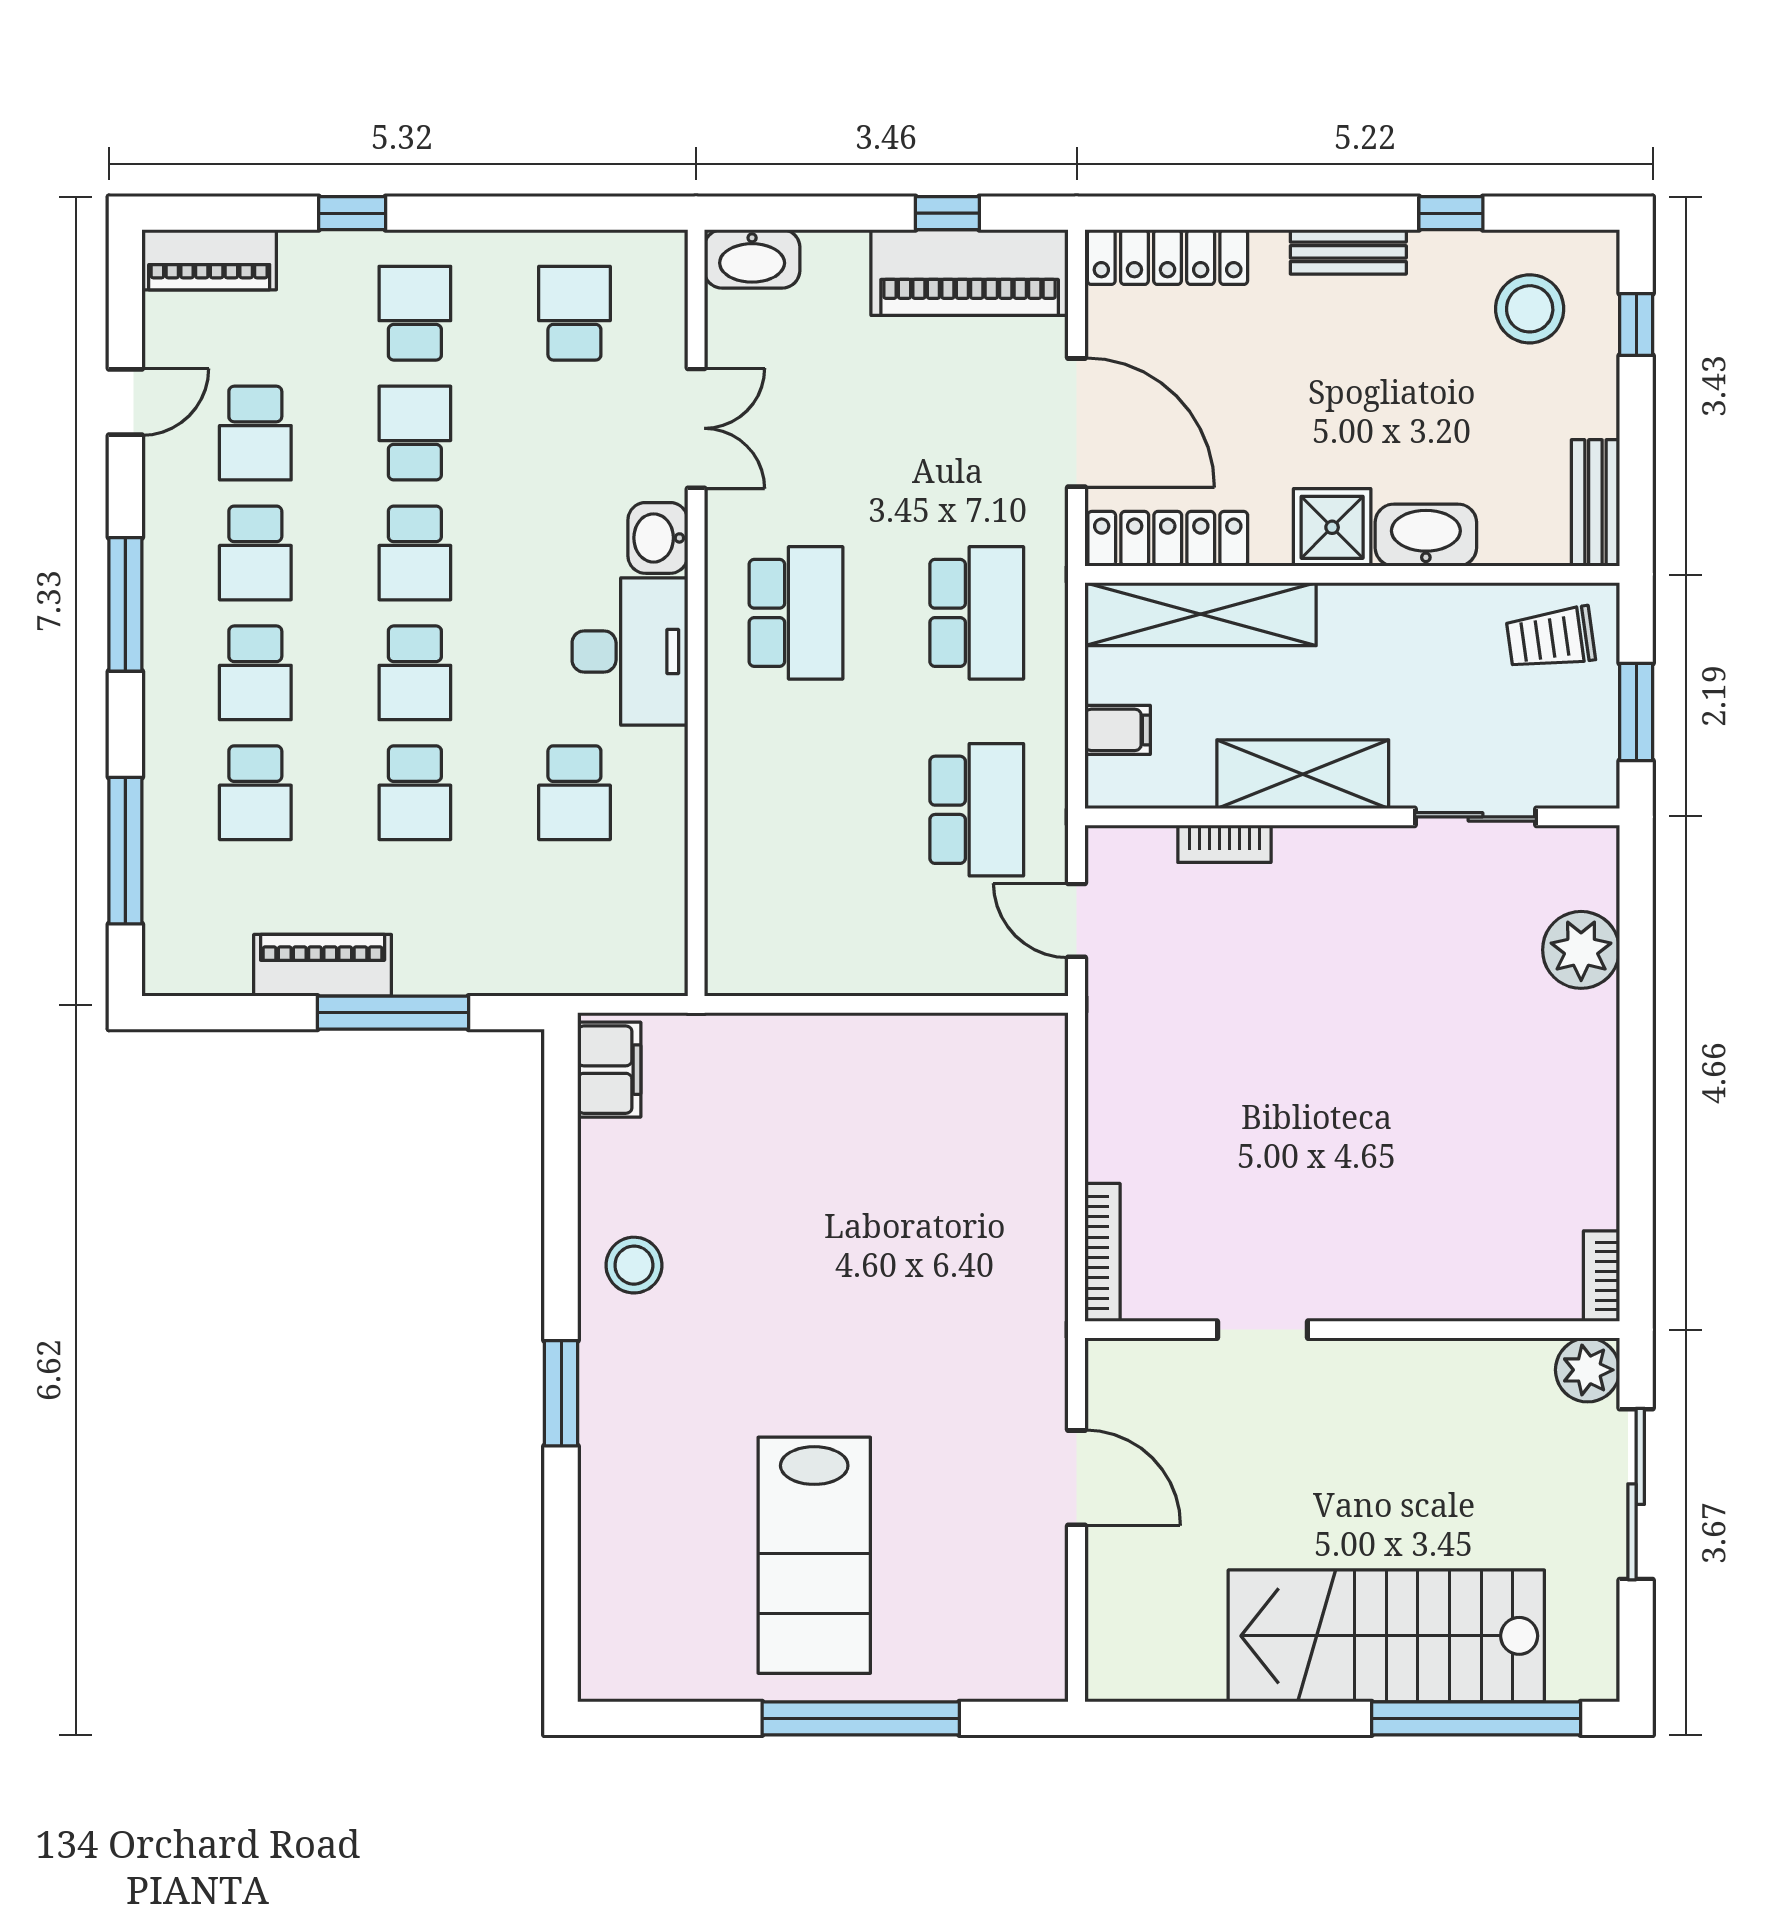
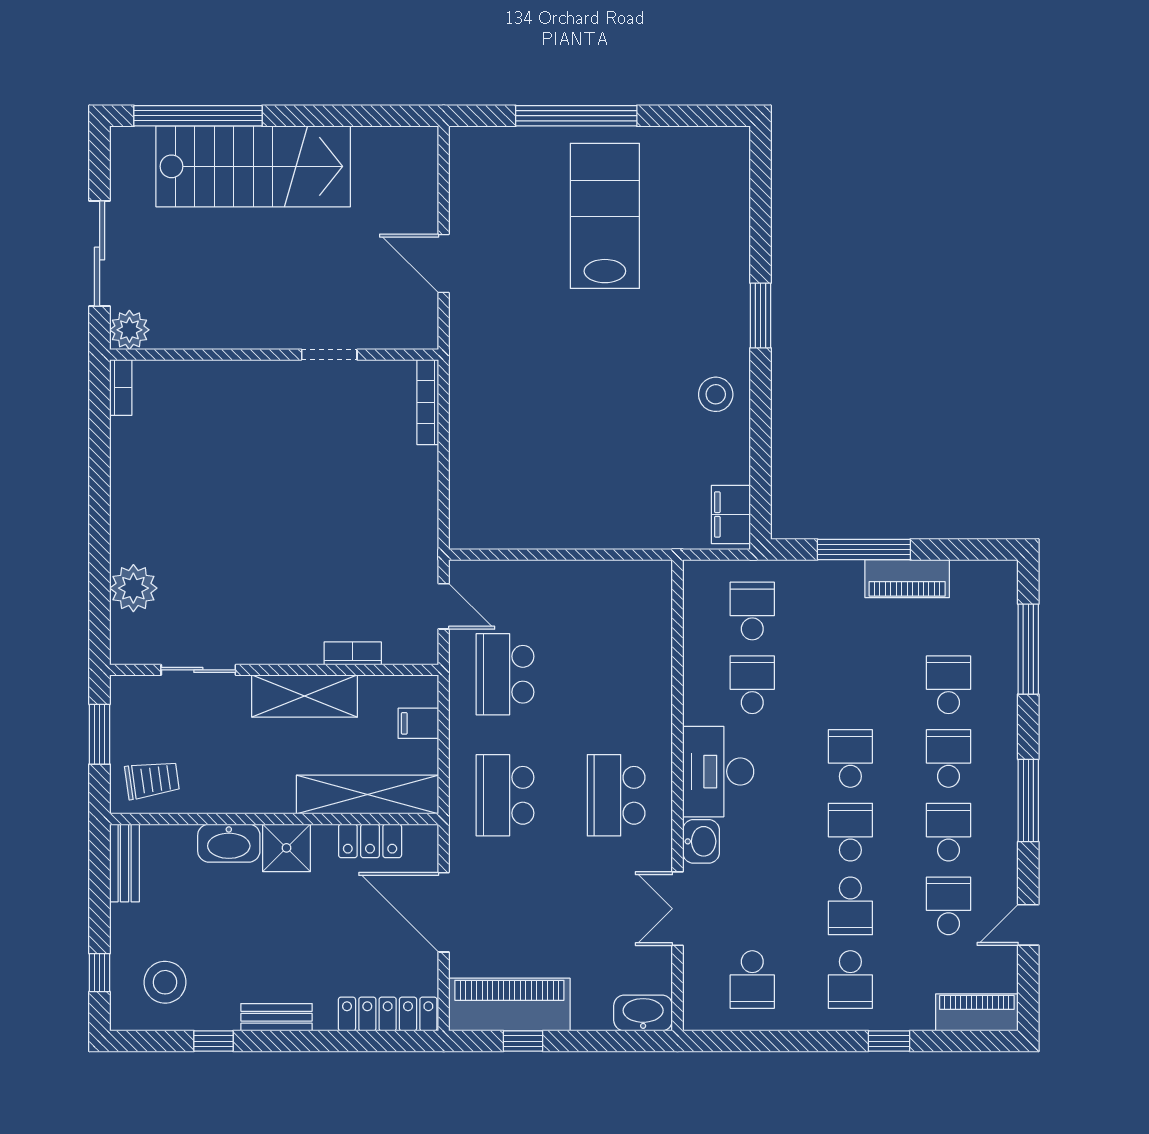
locker: (1168, 539) -> (370, 841), width x0.66
school desk: (415, 793) -> (752, 611), moved

